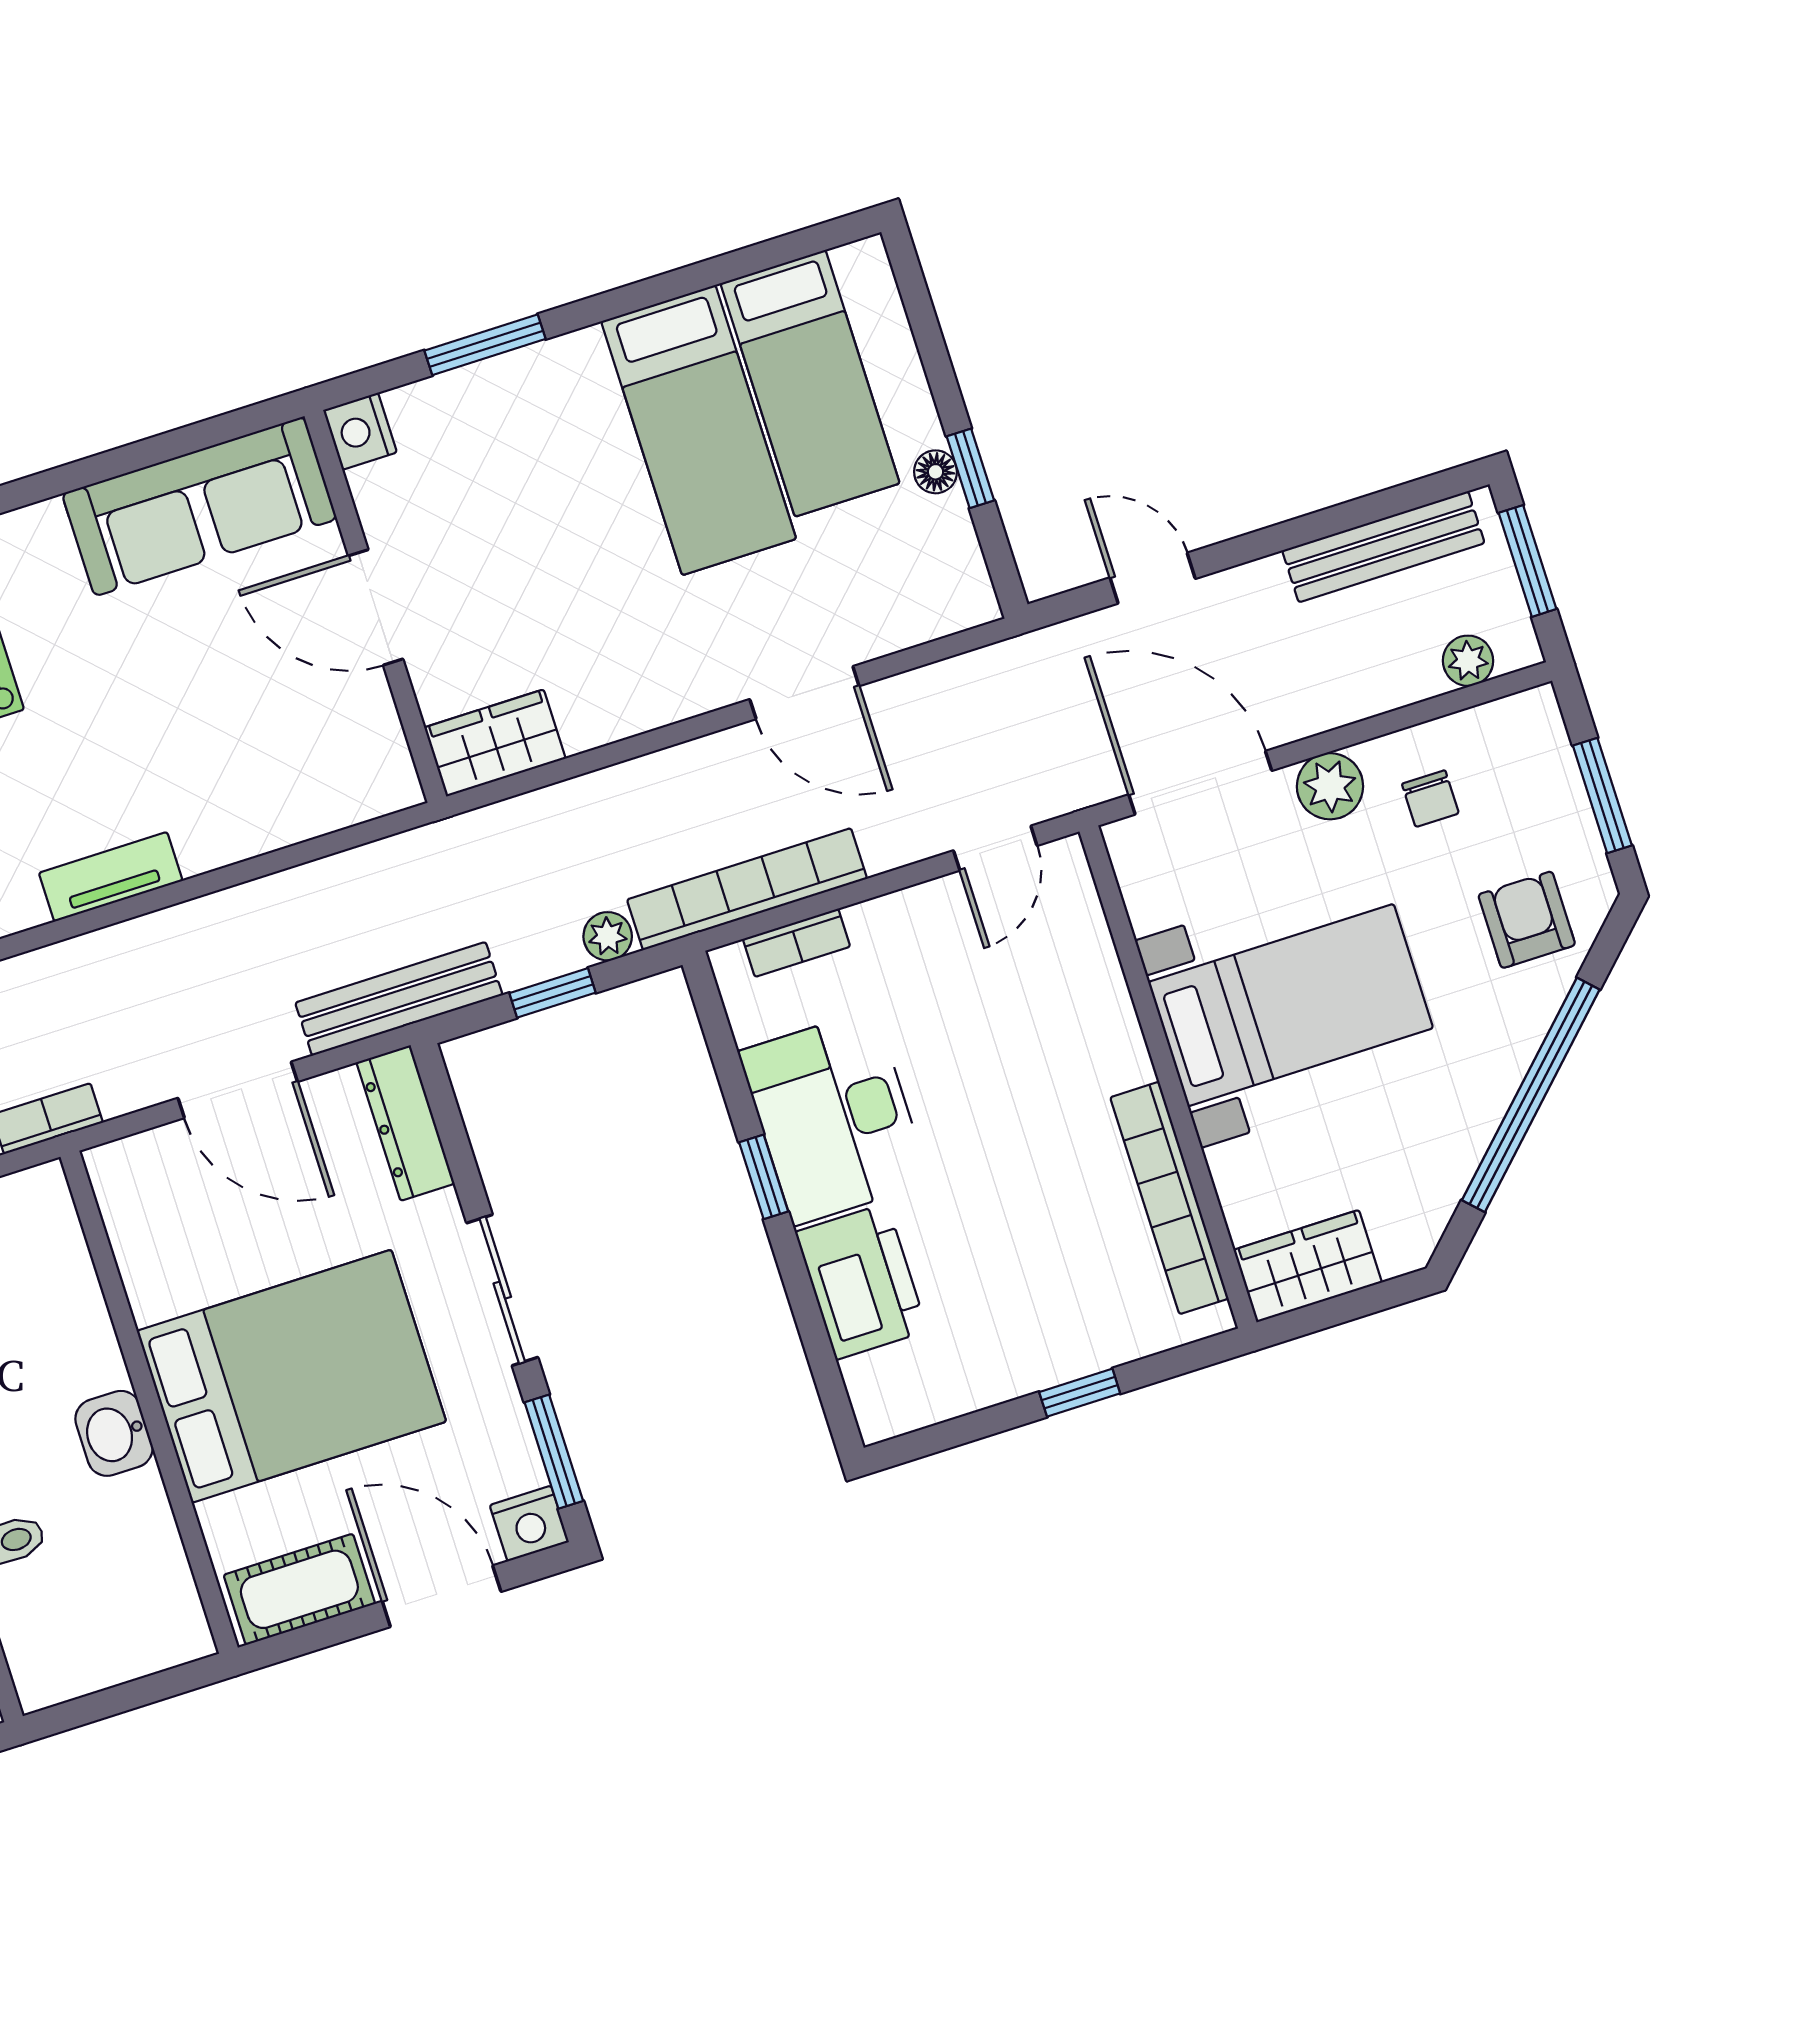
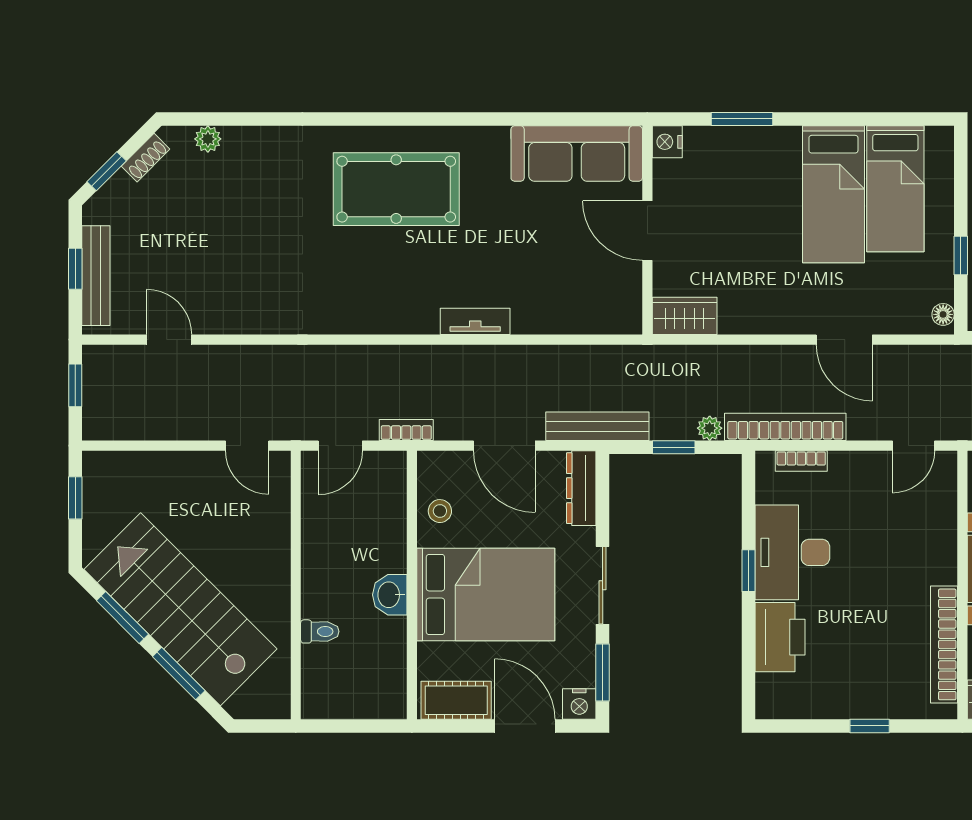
floor lamp: (935, 472) -> (943, 314), moved
stool: (157, 1249) -> (440, 511), added

